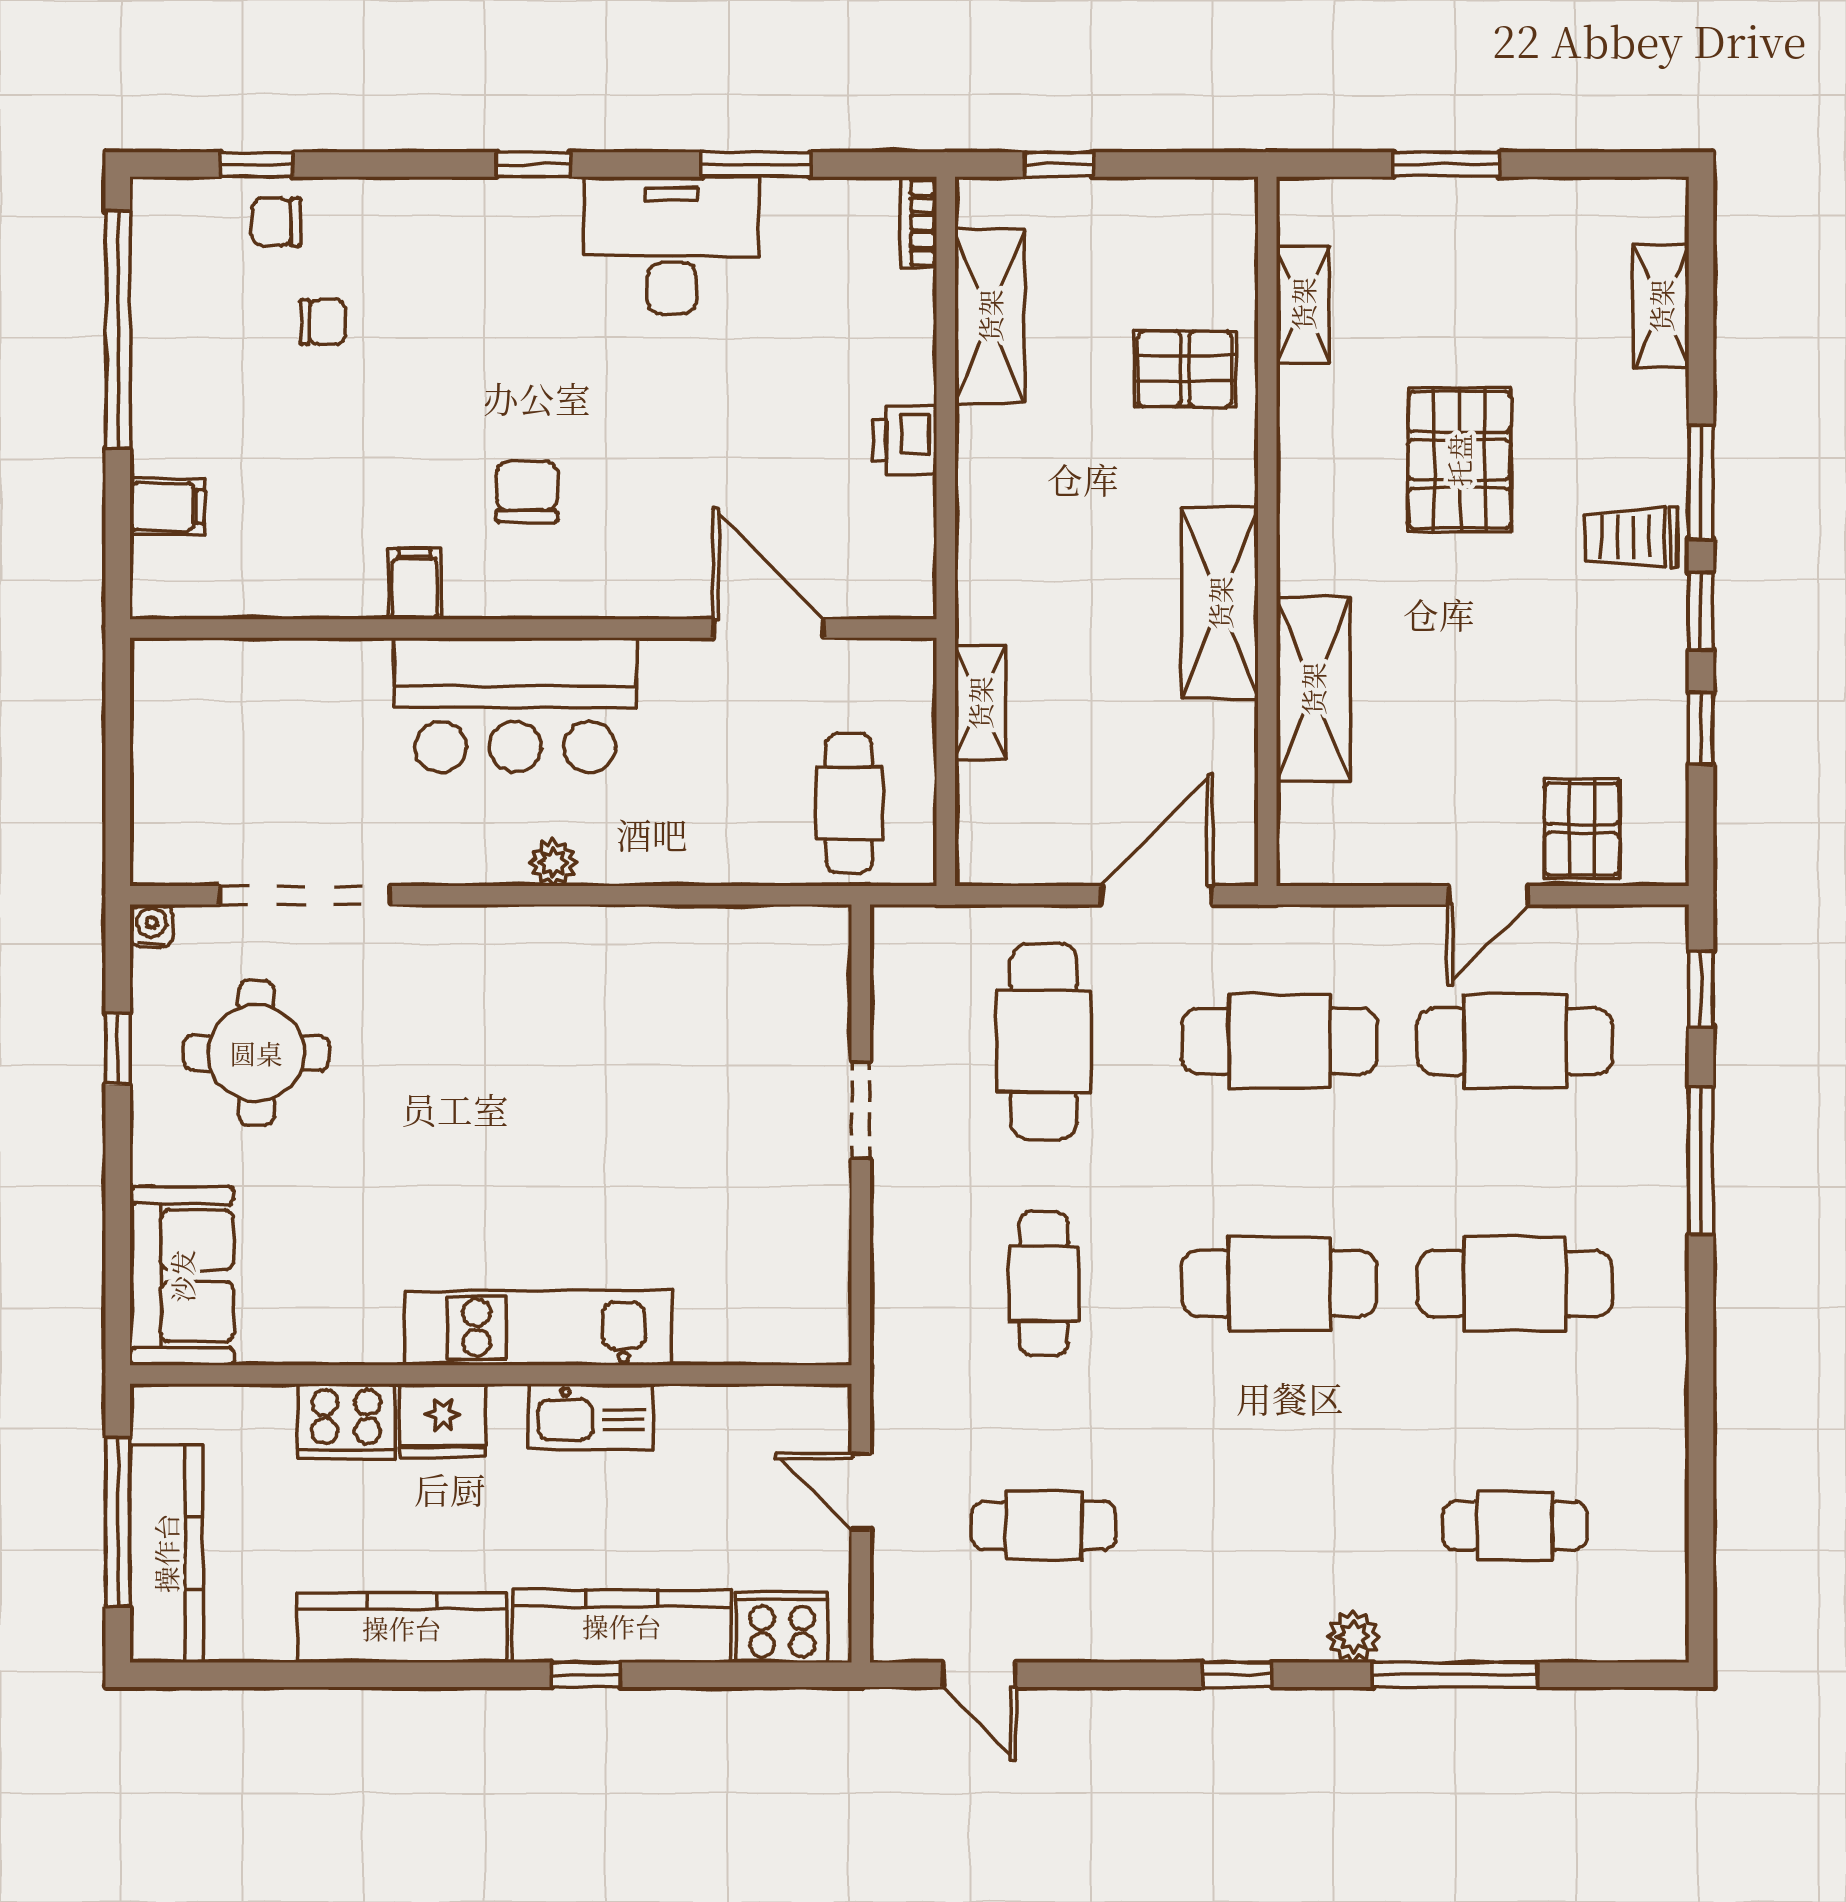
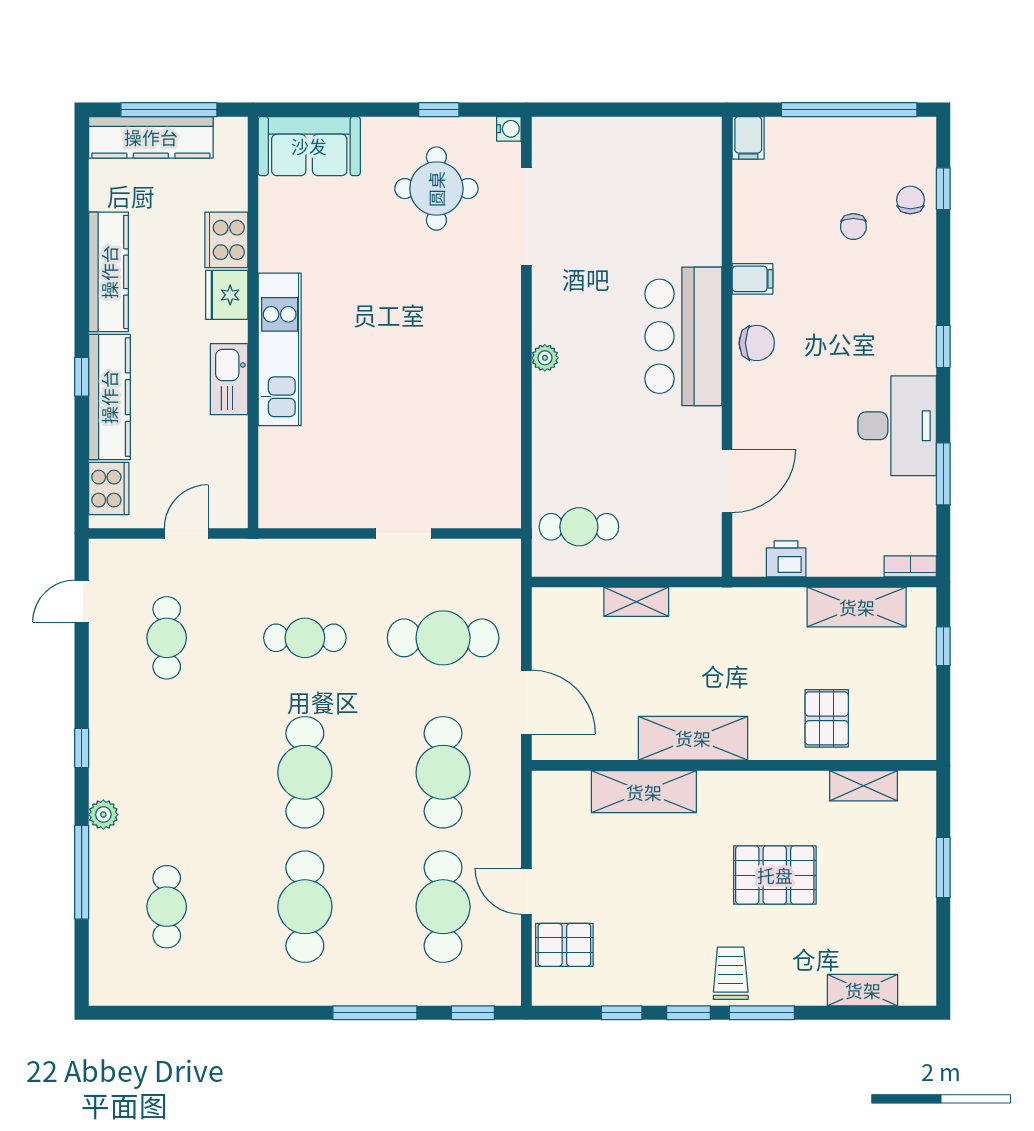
filing cabinet: (415, 584) -> (753, 279), moved
wall: (533, 628) -> (727, 347), moved
door: (769, 628) -> (727, 481), moved
bar counter: (515, 705) -> (683, 336), moved

